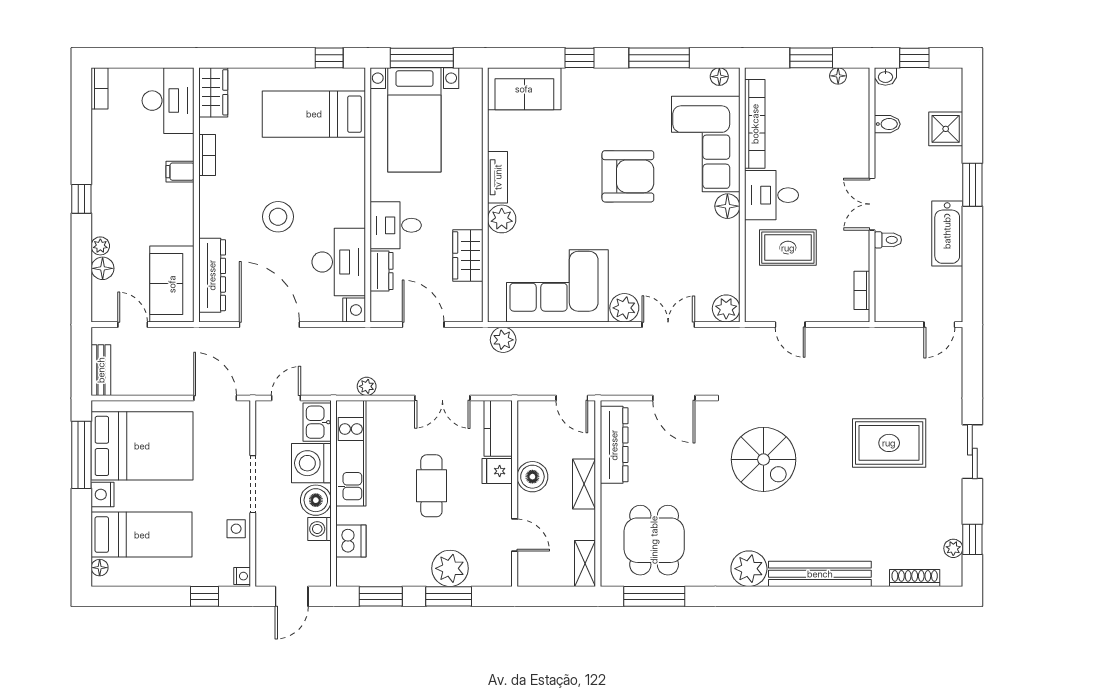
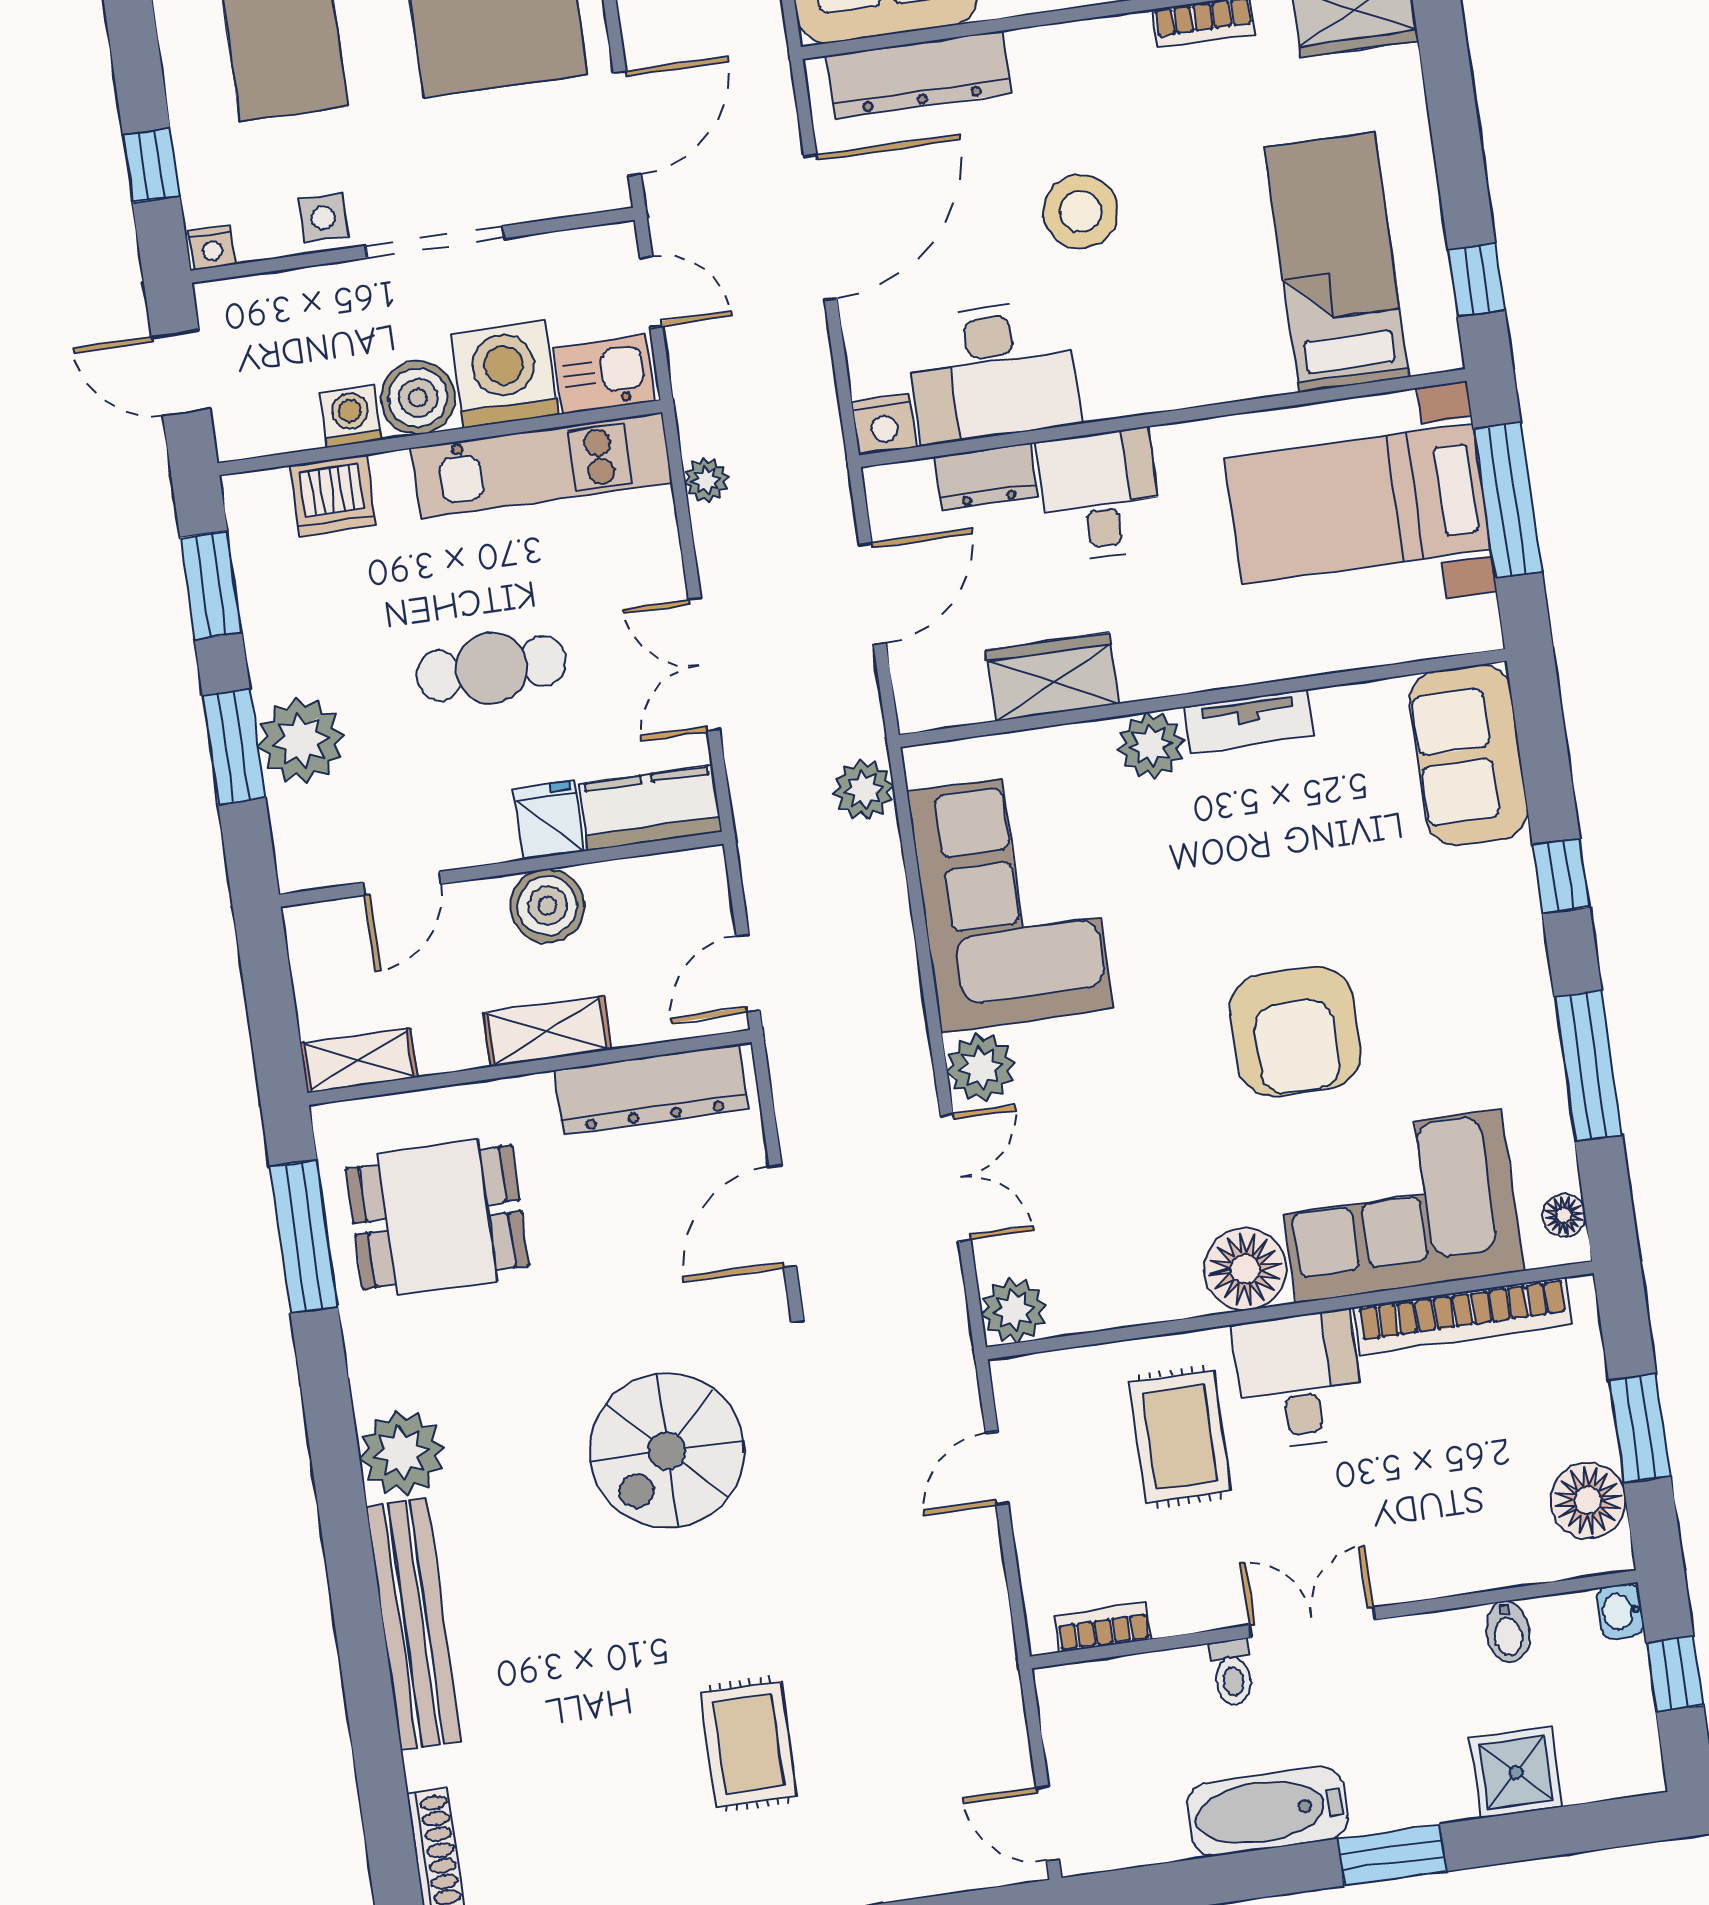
floor lamp: (838, 76) -> (1588, 1500), width x1.89, depth x1.89
floor lamp: (727, 206) -> (1245, 1269), width x1.38, depth x1.38
rug: (889, 443) -> (749, 1744), width x0.73, depth x0.70

